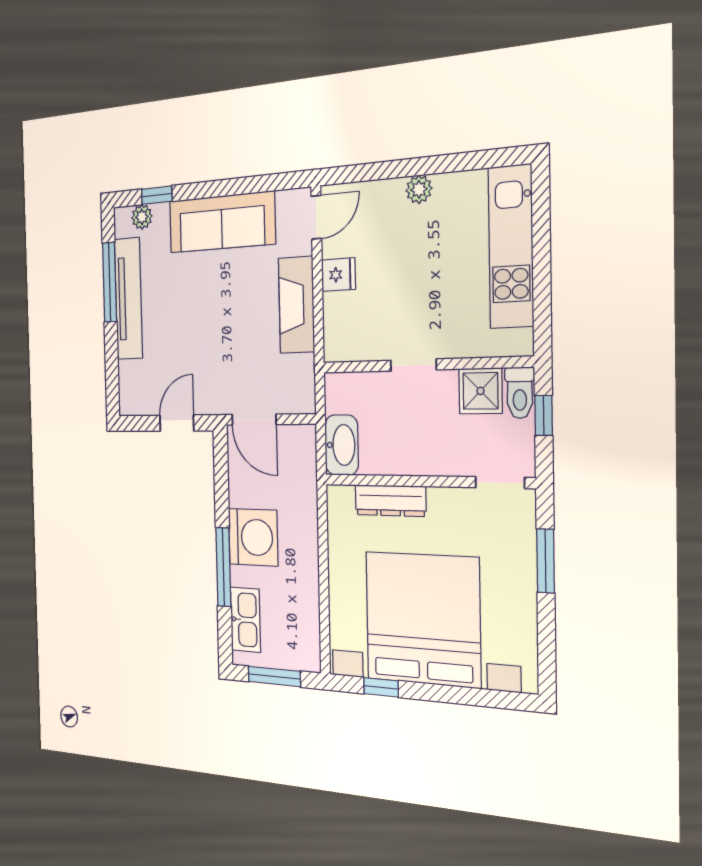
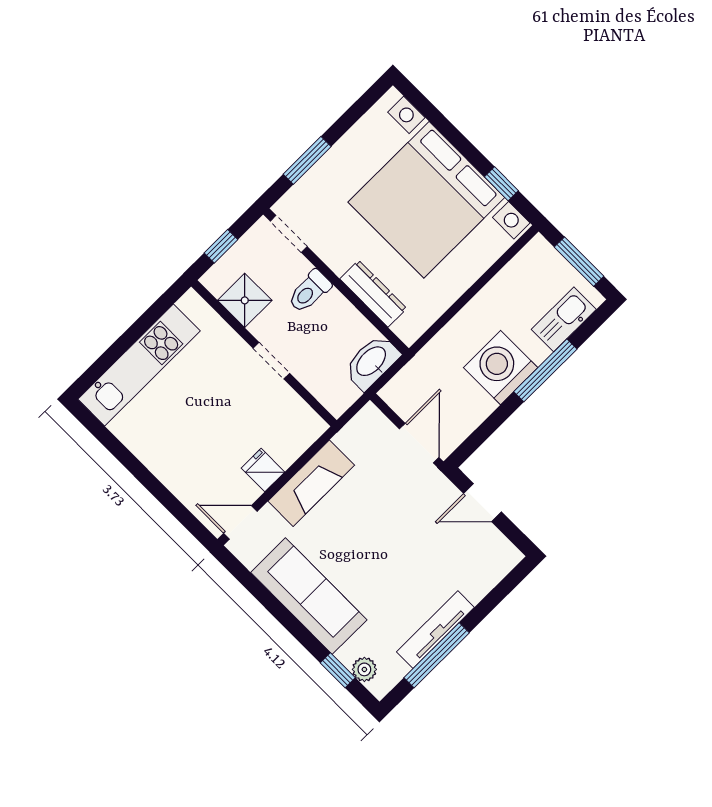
plant: (419, 189) -> (158, 462), removed
tv unit: (128, 299) -> (435, 630), width x0.73, depth x0.78
toilet: (520, 393) -> (309, 291), moved, turned 180

